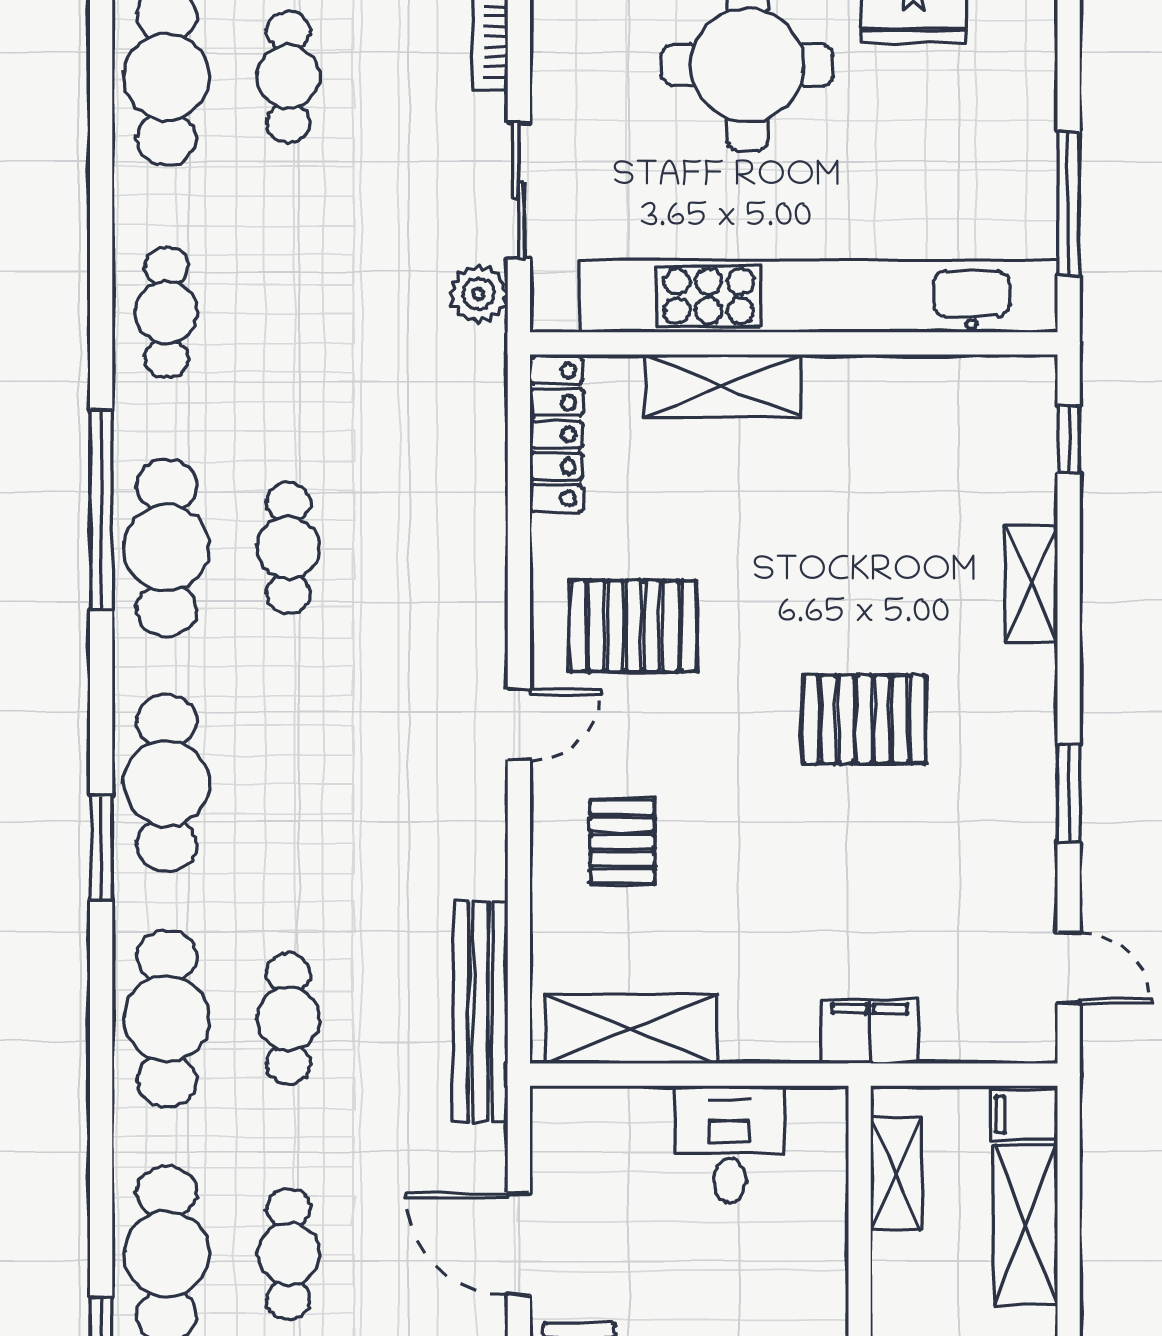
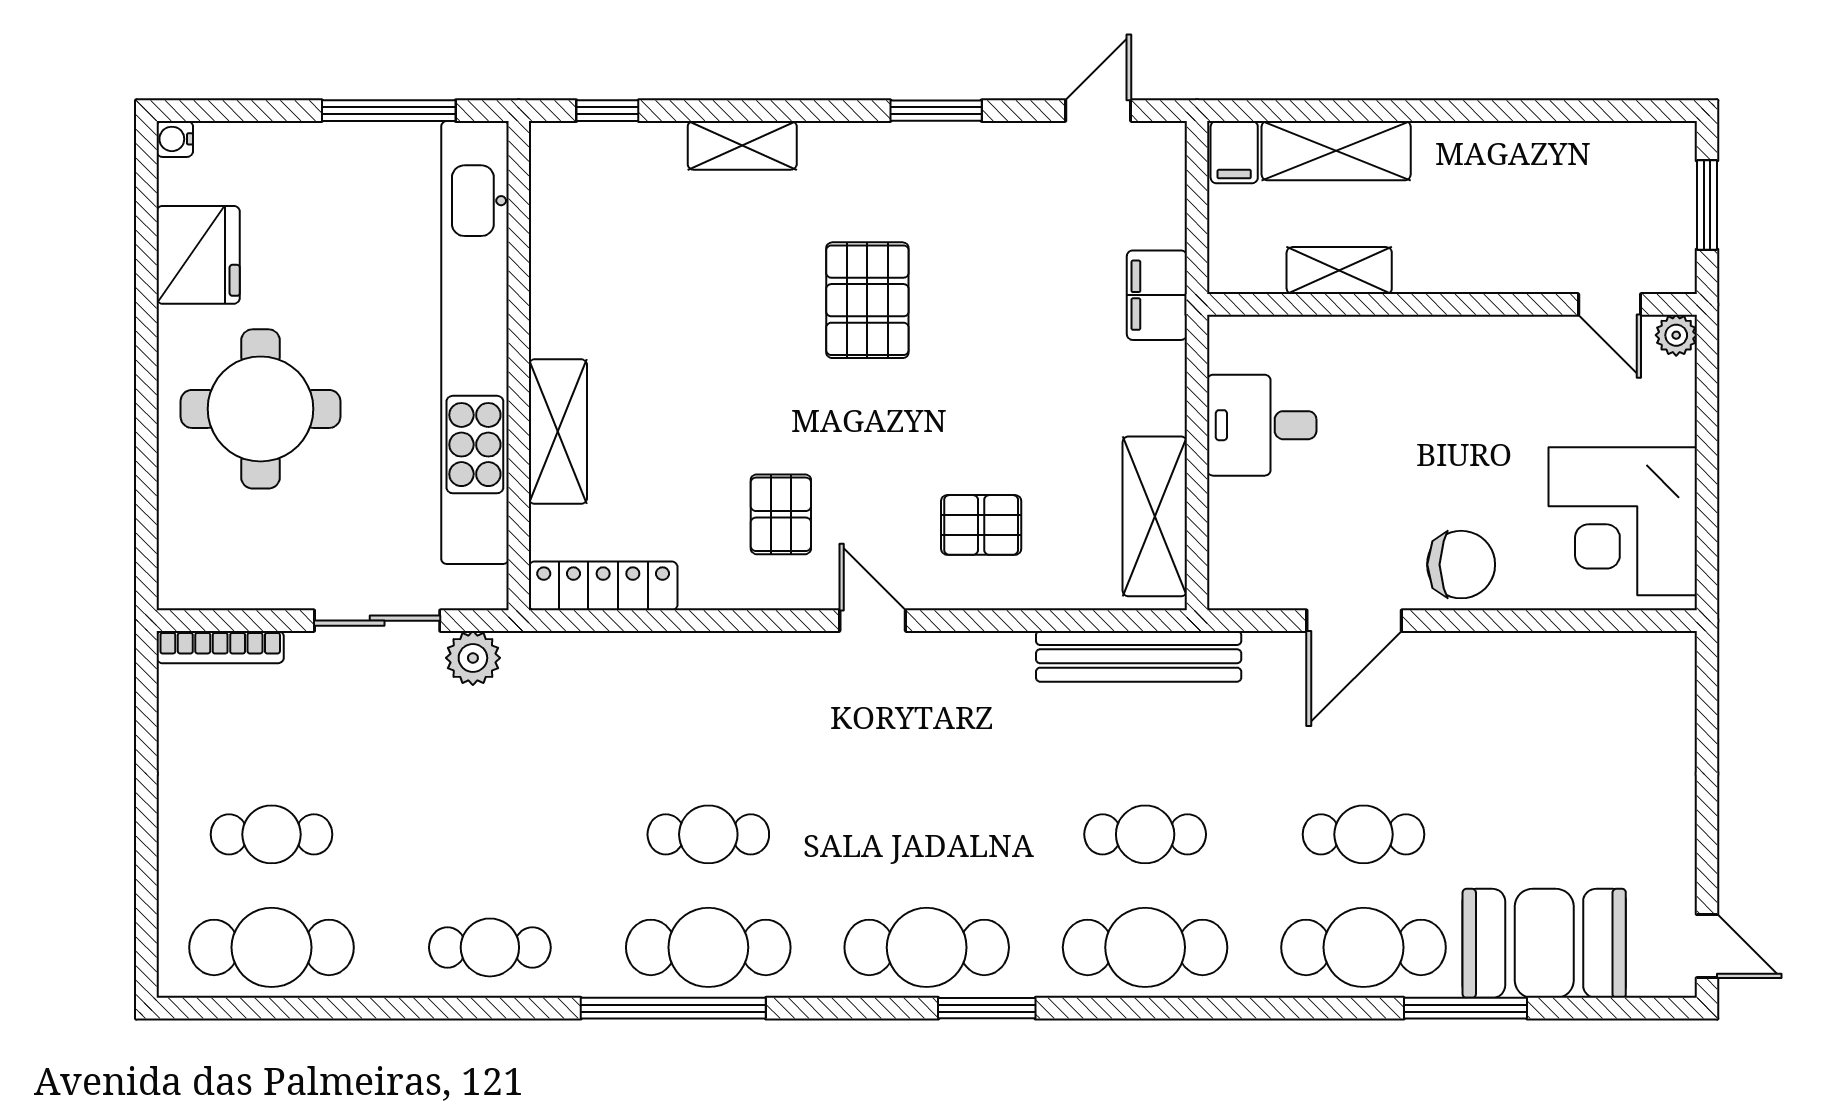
pallet: (633, 626) -> (781, 514), width x0.67, depth x0.71
shelving: (896, 1174) -> (1339, 271), moved

